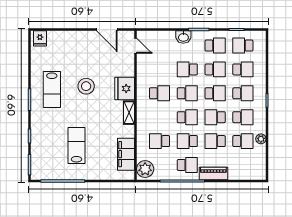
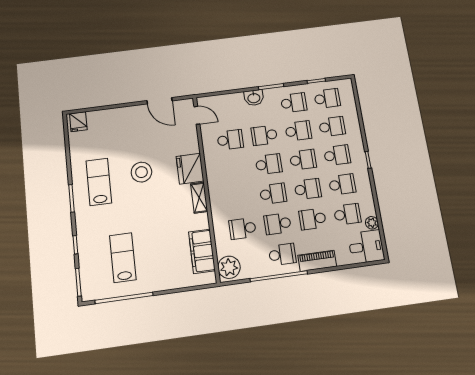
school desk: (243, 46) -> (327, 98), turned 180
lab bench: (52, 90) -> (99, 182), turned 180
school desk: (160, 93) -> (230, 140), moved
school desk: (215, 117) -> (308, 189), turned 180
plant: (261, 139) -> (372, 223), moved
lab bench: (76, 145) -> (123, 258), moved
desk: (253, 168) -> (366, 247), added

